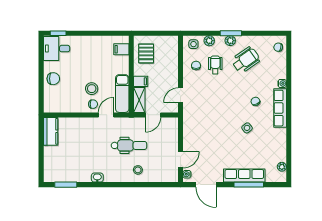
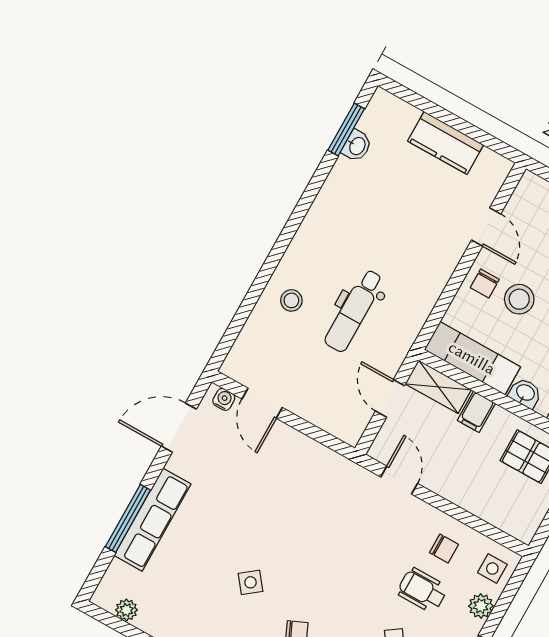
wheelchair: (215, 65) -> (422, 590), turned 180
washbasin: (124, 68) -> (525, 393), added
door: (106, 115) -> (486, 227), moved
kitchen counter: (51, 131) -> (446, 143), moved
washbasin: (97, 178) -> (357, 146), moved

